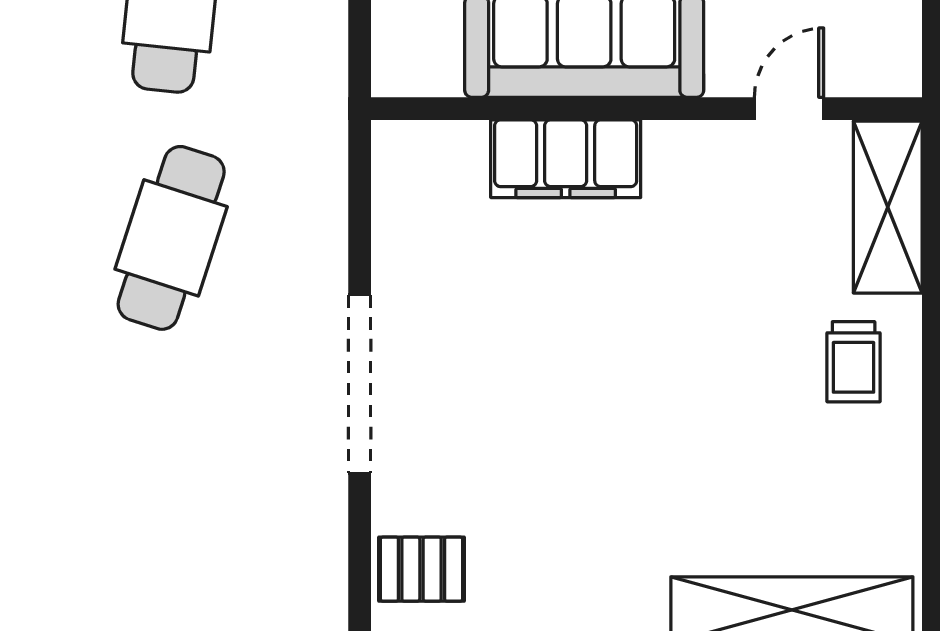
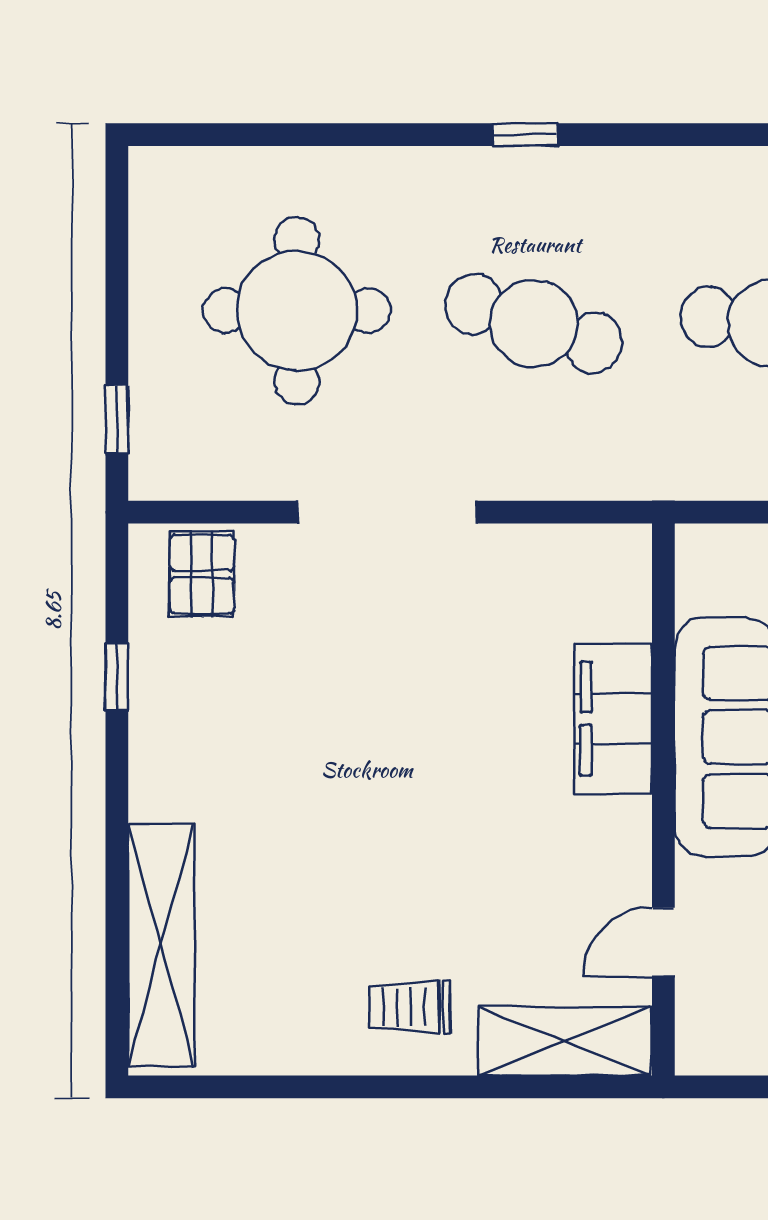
door: (789, 109) -> (663, 942), swing flipped
round table: (158, 474) -> (297, 311), added

